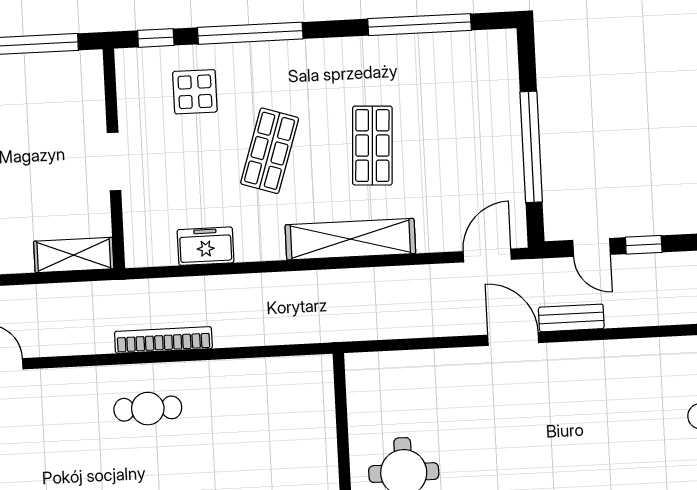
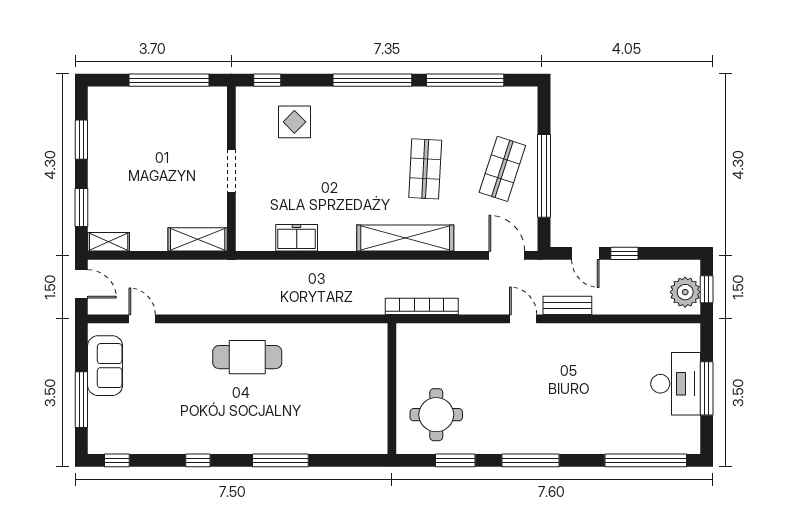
window: (250, 33) -> (372, 80), moved
shop shelf: (270, 151) -> (502, 169), moved
door: (487, 255) -> (507, 255), hinge flipped
door: (513, 339) -> (523, 319), width x0.73
bookcase: (163, 340) -> (422, 306), moved
cafe table: (148, 409) -> (247, 357), width x1.37, depth x1.35

